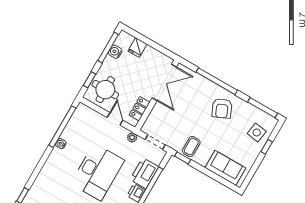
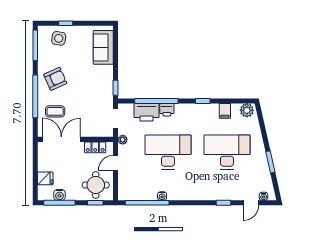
coffee table: (191, 147) -> (55, 111), moved

